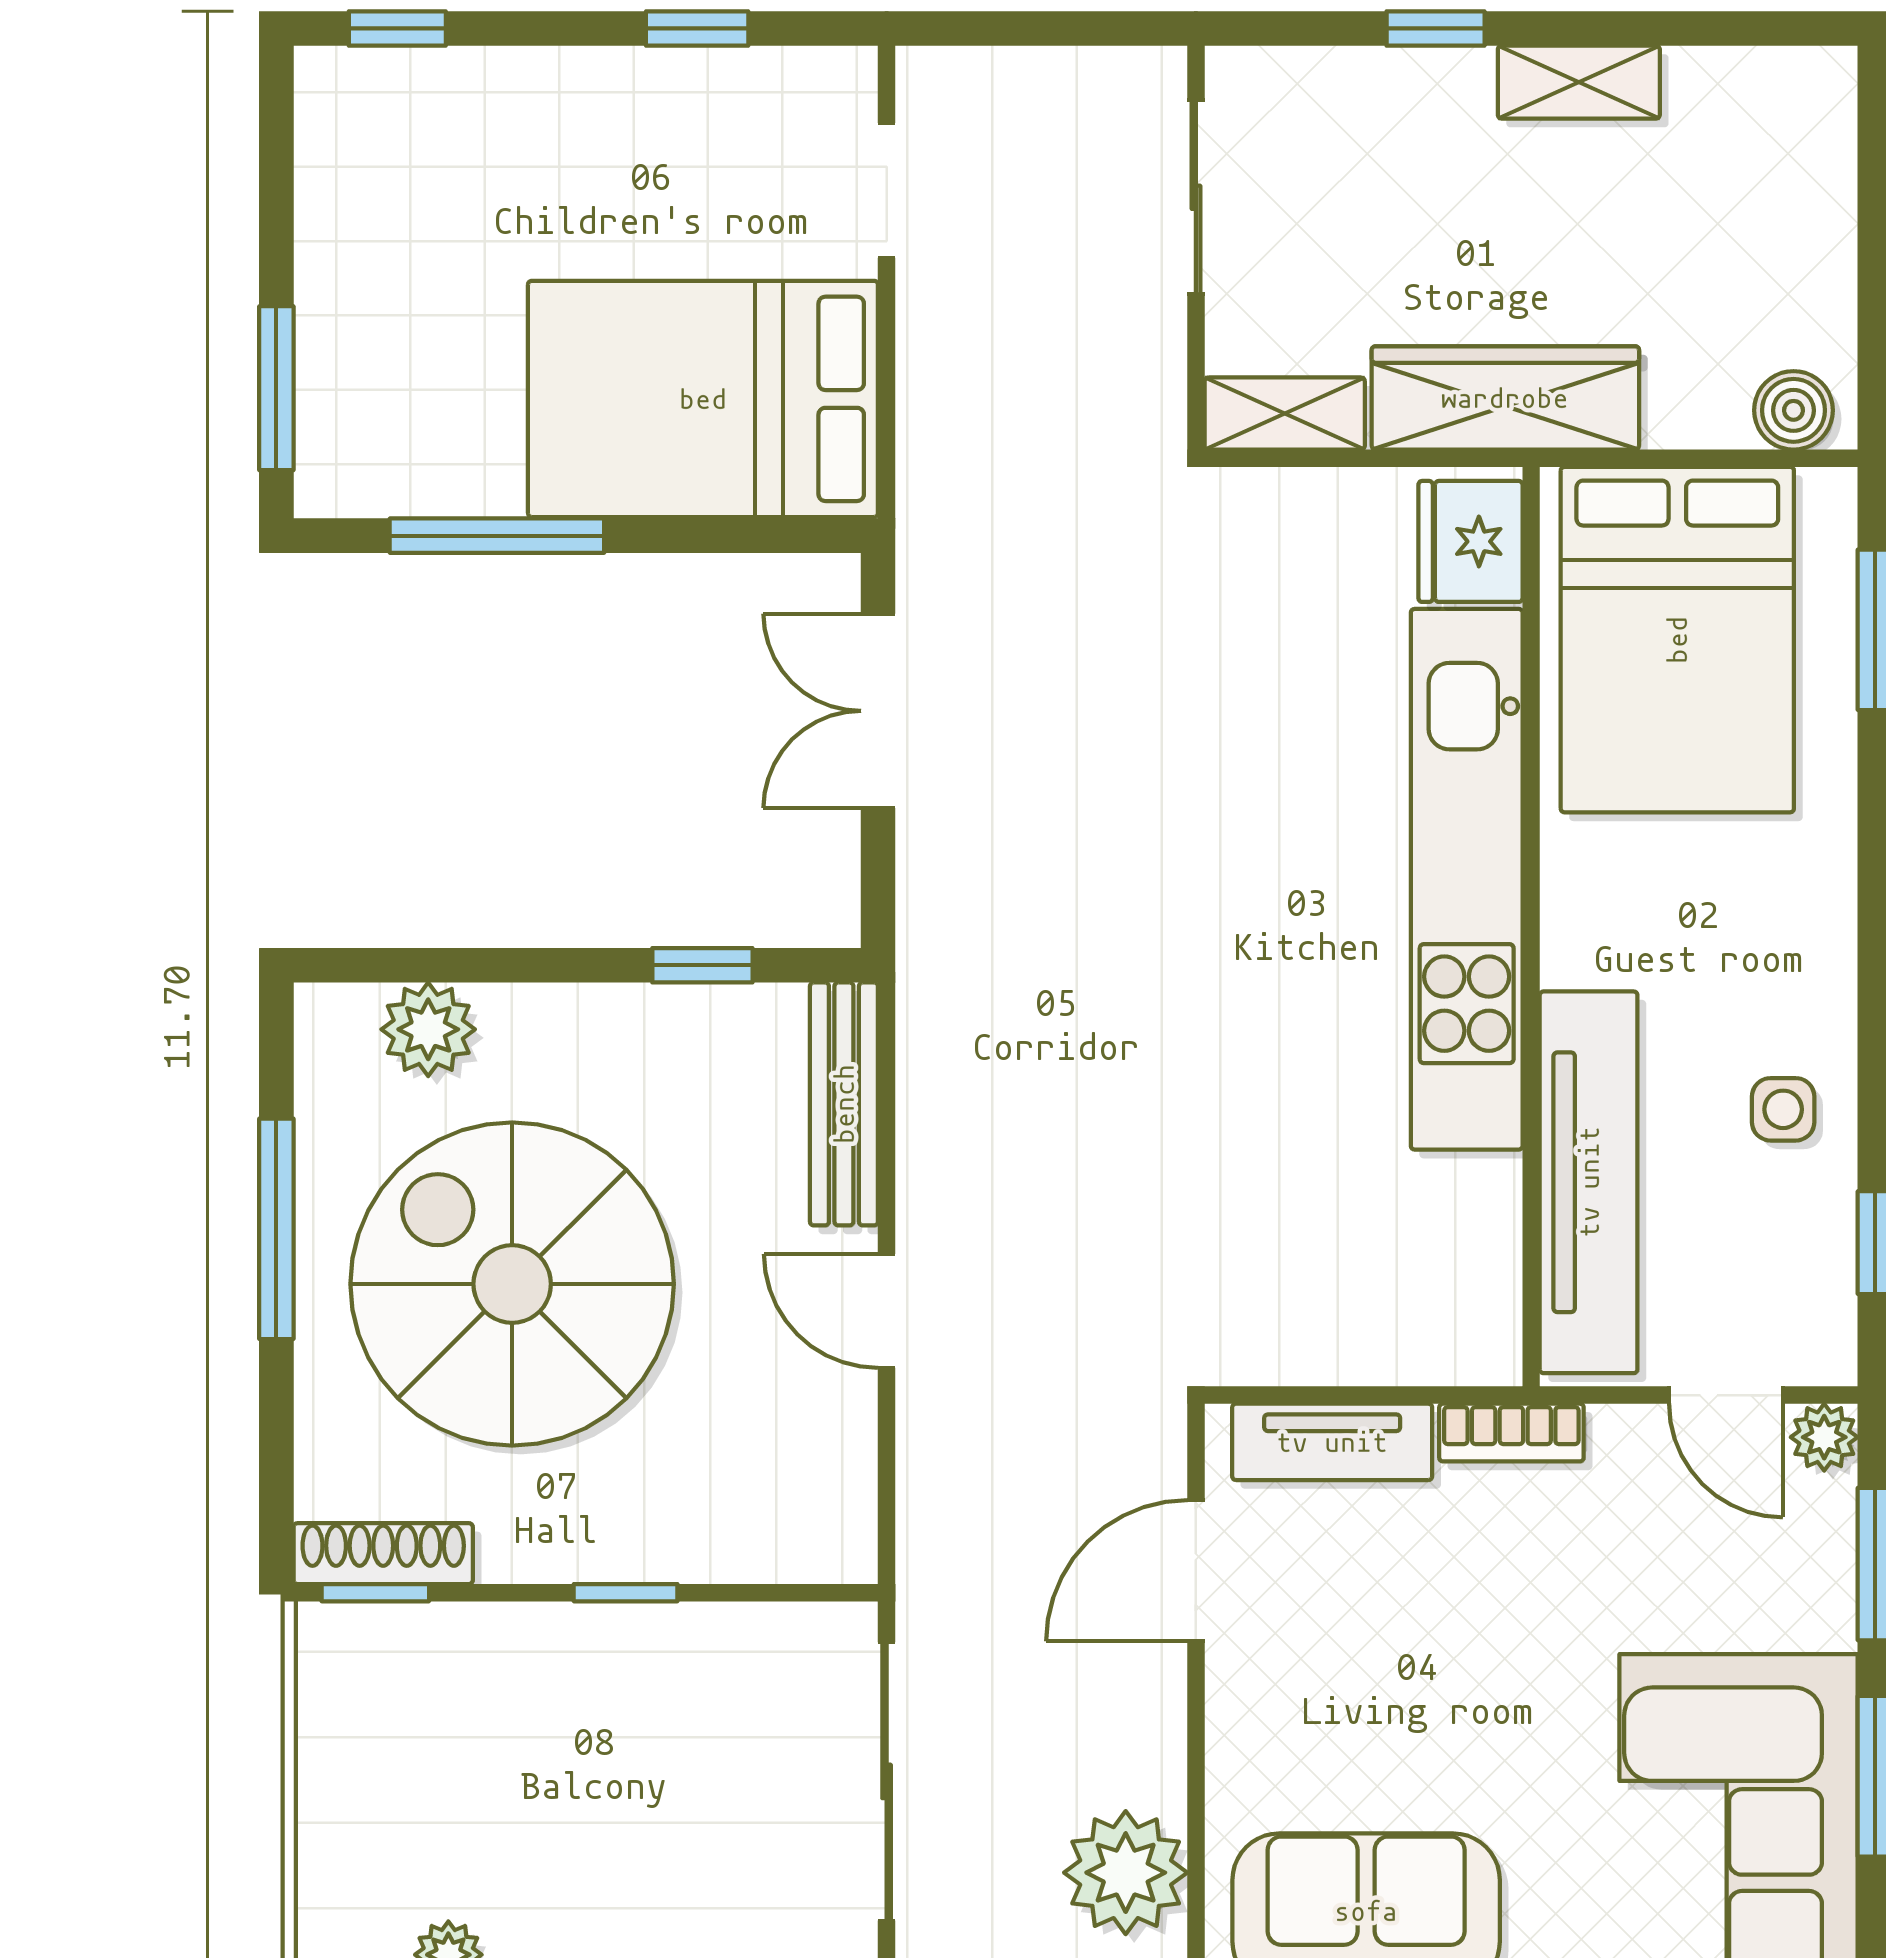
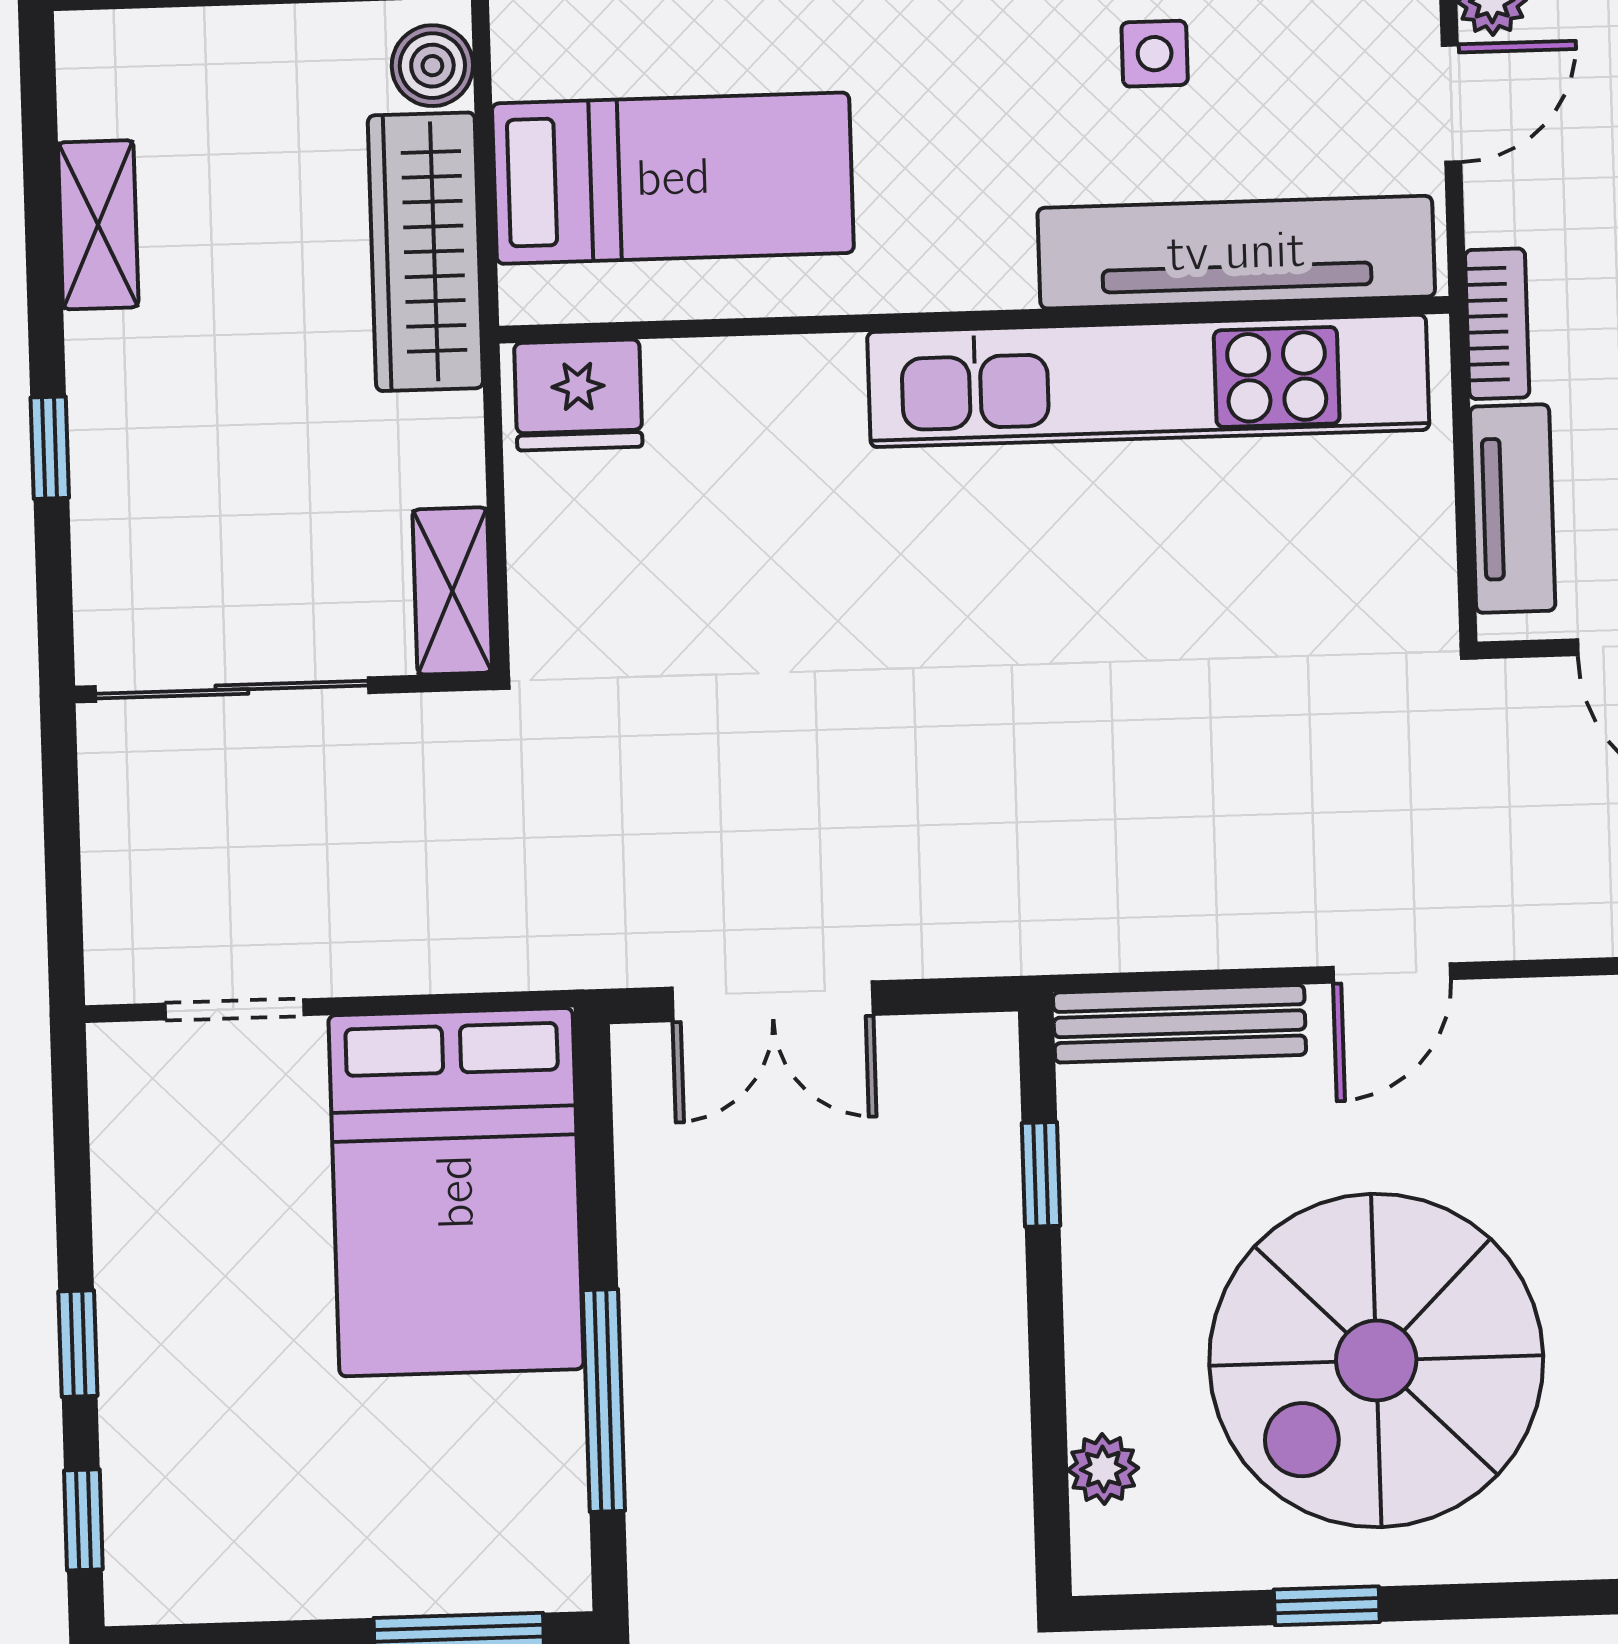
window: (697, 28) -> (78, 1344), moved
shelving: (1579, 82) -> (98, 225), moved
sliding door: (1196, 197) -> (232, 690), width x1.37
wardrobe: (1505, 398) -> (425, 252), moved
bed: (1677, 640) -> (673, 178), width x0.67
kitchen unit: (1467, 879) -> (1148, 381), moved
plant: (428, 1029) -> (1103, 1469), width x0.73, depth x0.73
window: (276, 1229) -> (1327, 1606), width x0.46

